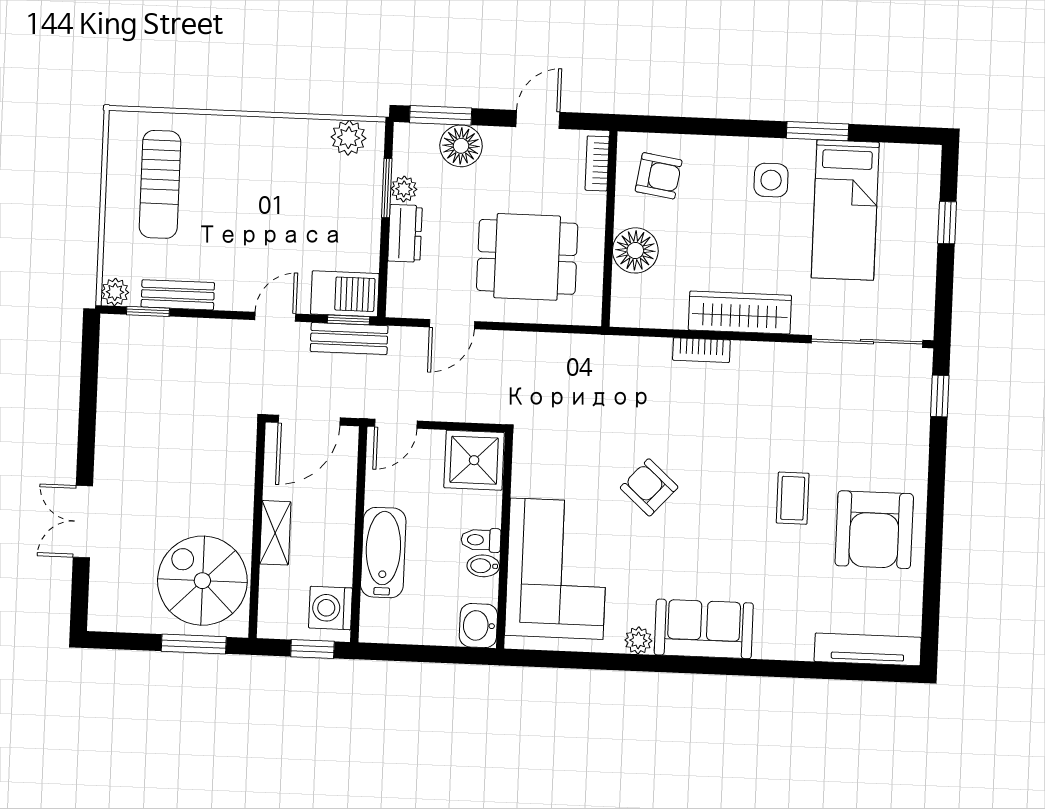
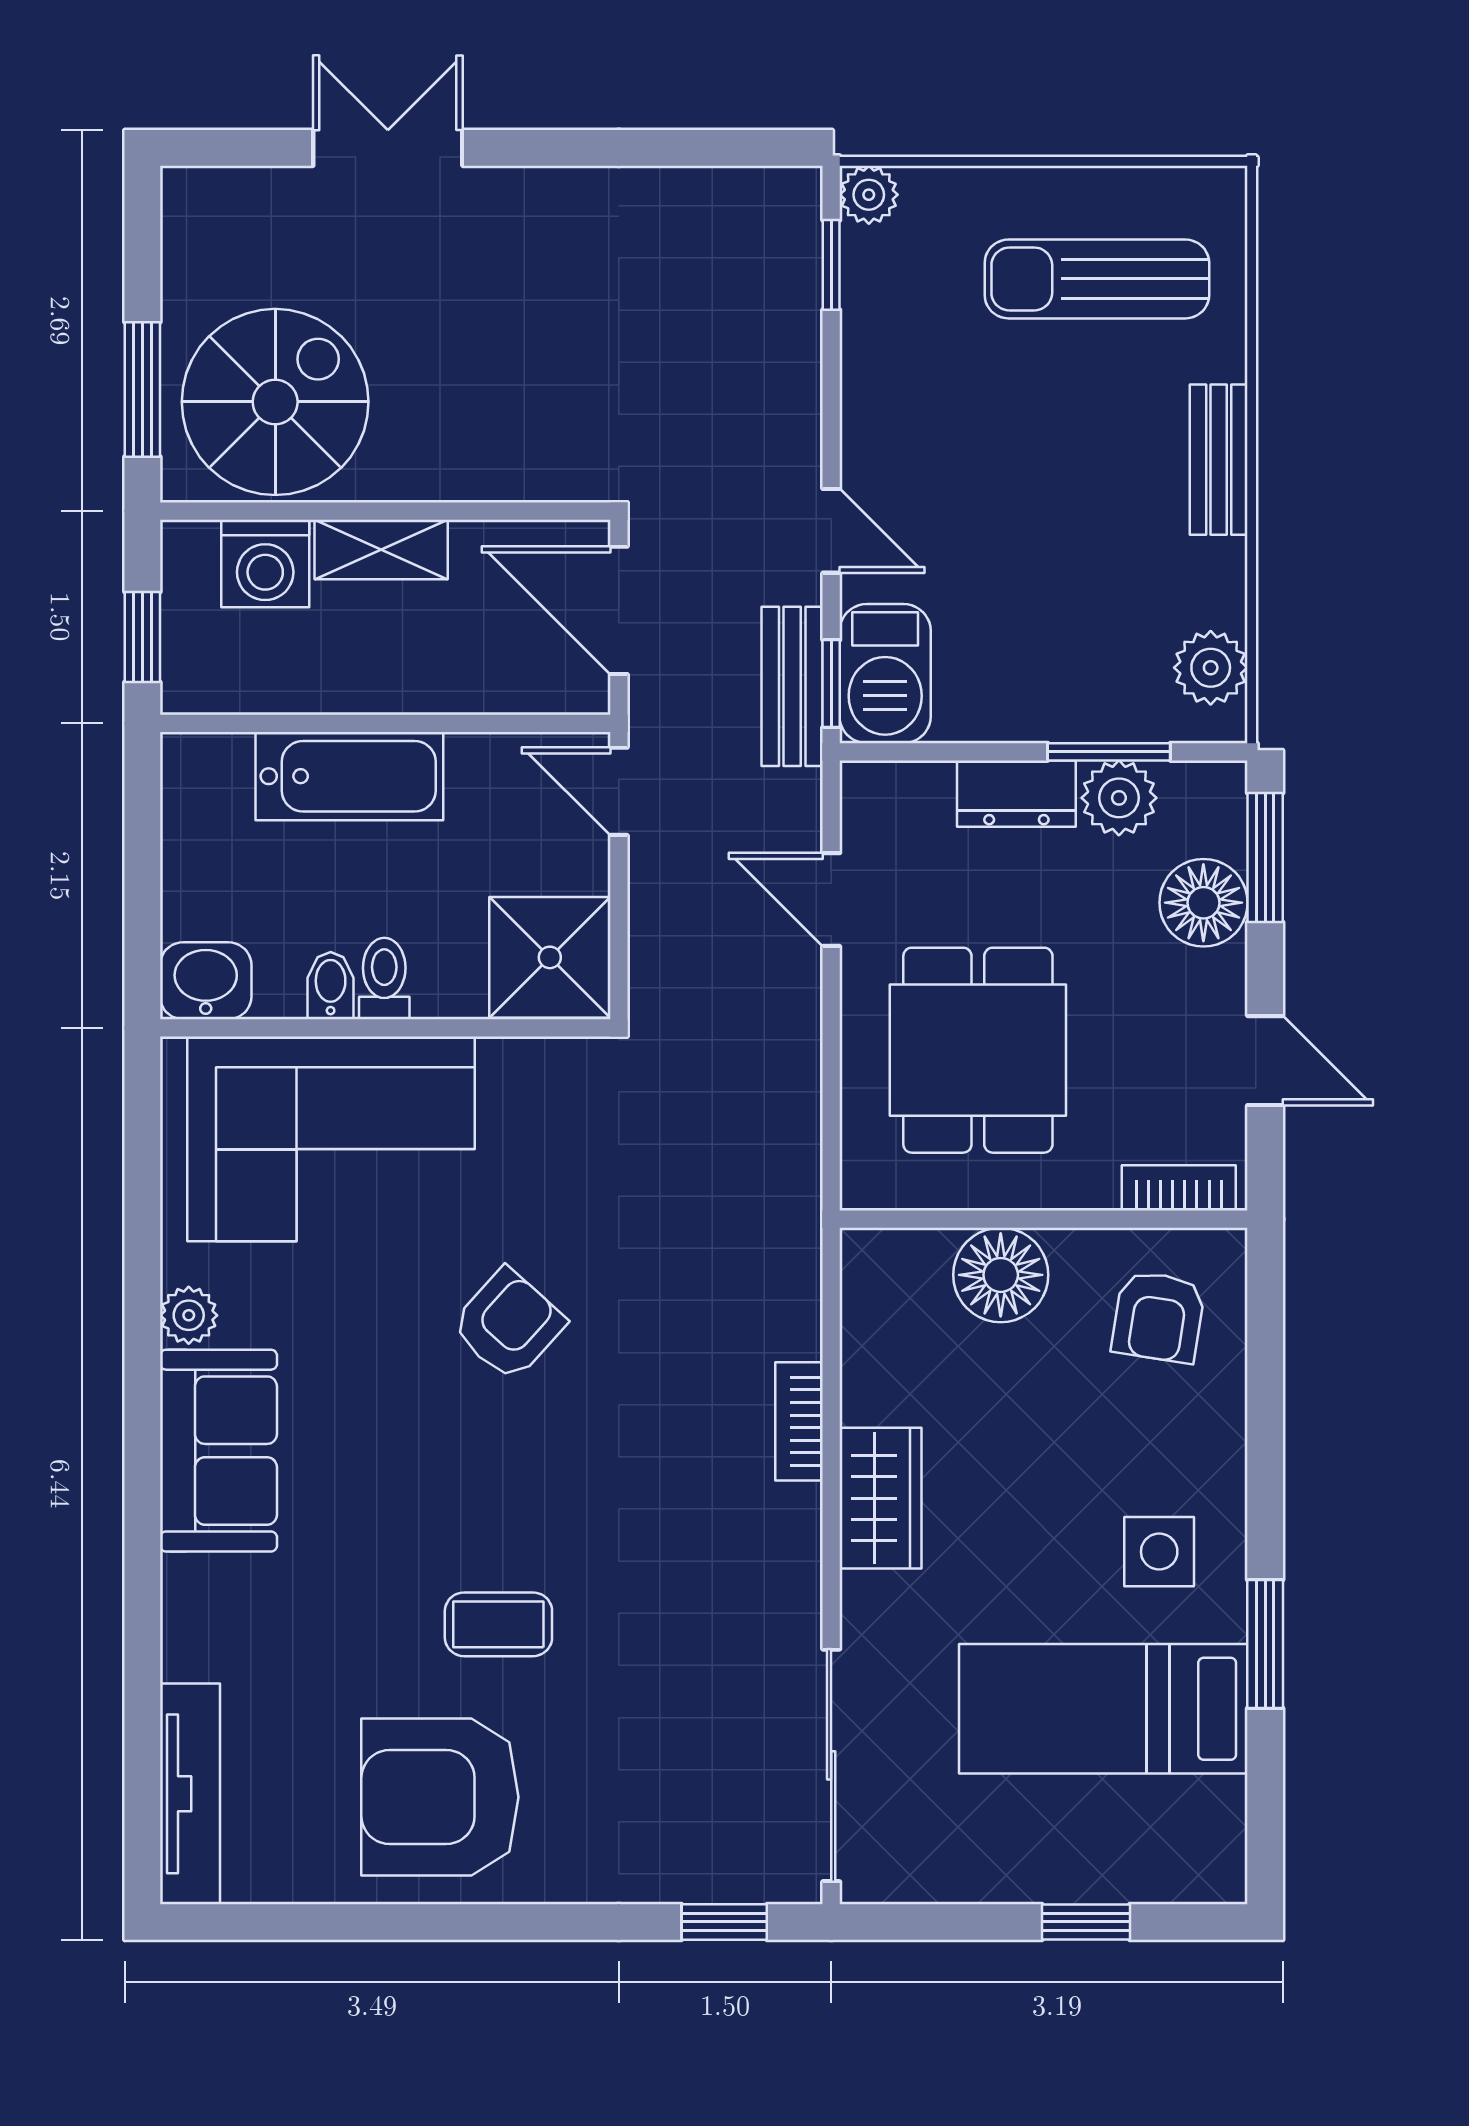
plant: (404, 189) -> (1119, 798), width x1.38, depth x1.38
bench: (178, 295) -> (1219, 460), moved
wardrobe: (740, 313) -> (881, 1498), width x0.67
washing machine: (330, 608) -> (265, 563), moved, turned 180

